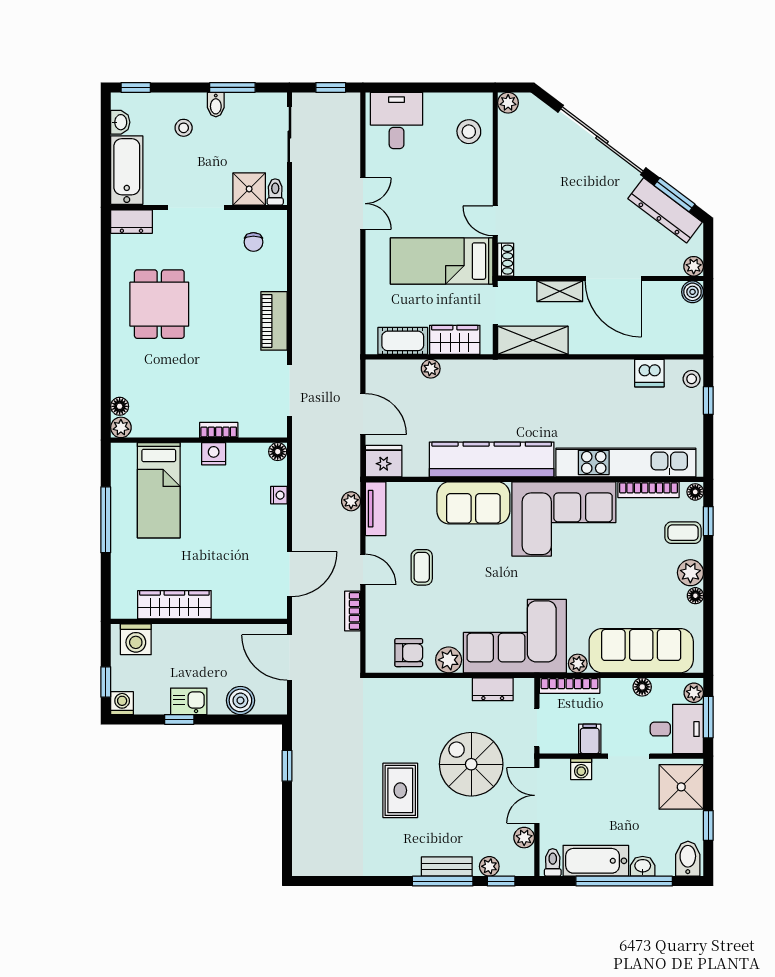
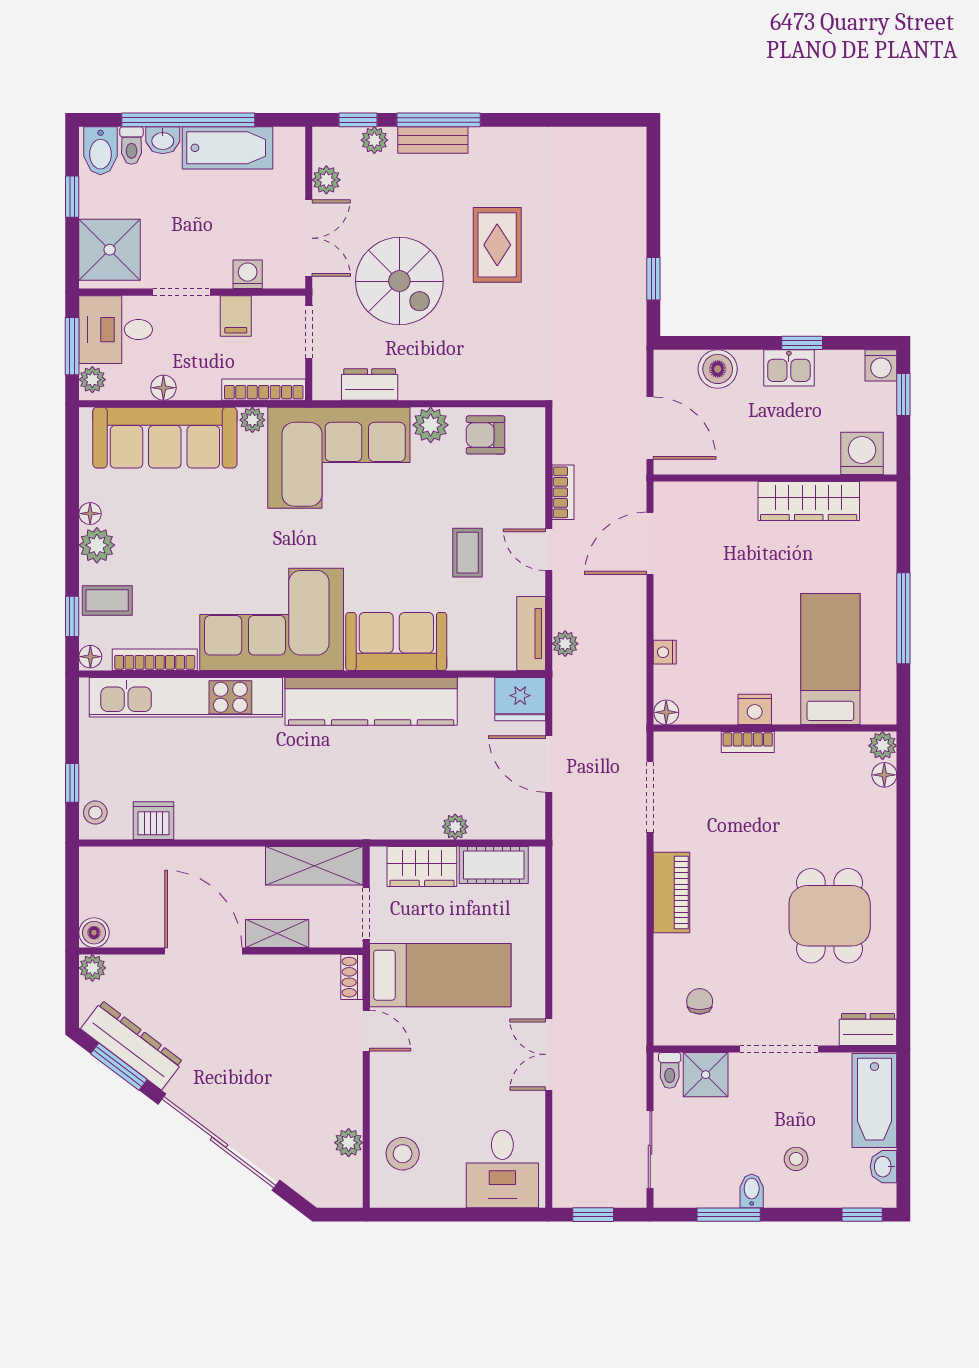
plant: (508, 103) -> (349, 1143), moved
toilet: (553, 862) -> (131, 145), moved

